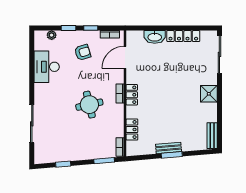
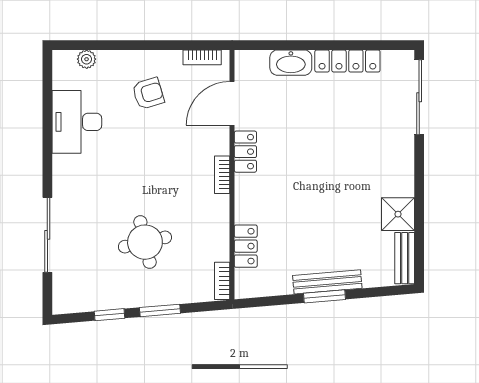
window: (69, 28) -> (120, 45), removed
window: (91, 28) -> (164, 45), removed
shower: (209, 94) -> (398, 214), moved
locker: (132, 95) -> (245, 152), moved
round table: (89, 105) -> (145, 242), moved
bench: (169, 148) -> (327, 282), width x1.36
window: (104, 161) -> (160, 310), moved

